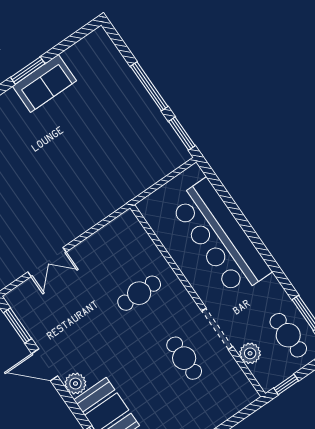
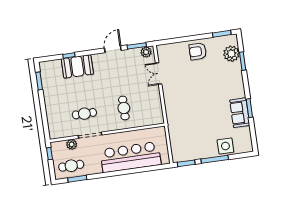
side table: (116, 79) -> (225, 146), added
plant: (75, 384) -> (146, 52), moved

